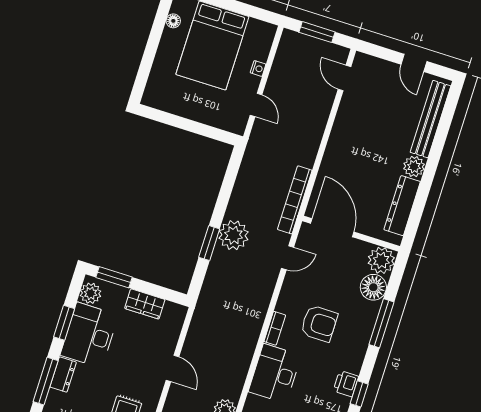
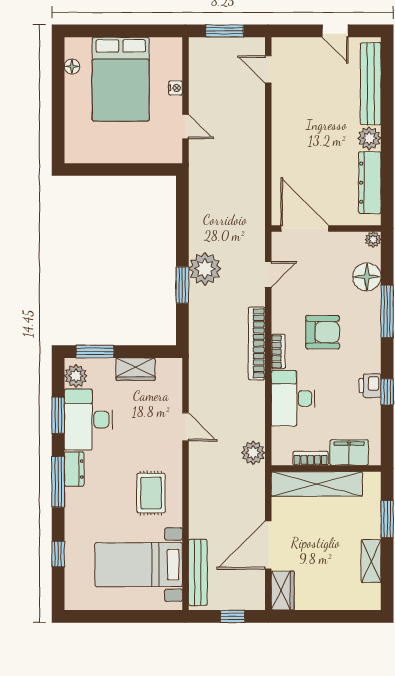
bookcase: (295, 200) -> (257, 343), moved
plant: (381, 260) -> (373, 239), width x0.53, depth x0.53

